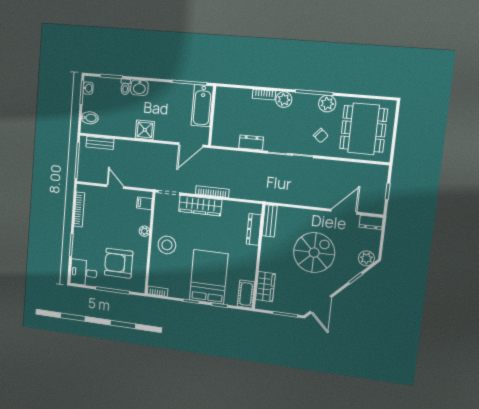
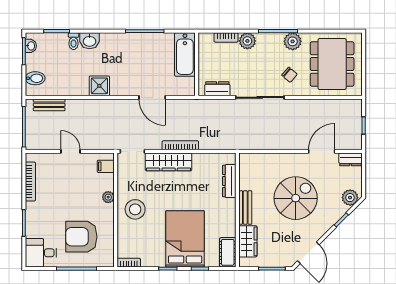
bathtub: (202, 106) -> (185, 54), moved
wall: (212, 116) -> (197, 64), moved
door: (191, 145) -> (152, 97), hinge flipped
bench: (270, 221) -> (245, 208), moved

